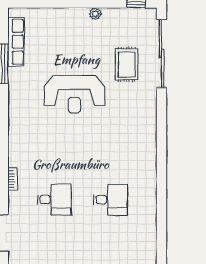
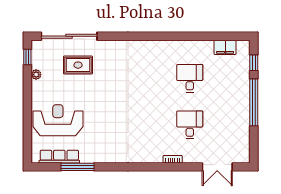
plant: (95, 14) -> (36, 75), moved
reception desk: (74, 94) -> (58, 120), moved, turned -90
filing cabinet: (148, 243) -> (225, 47), added

